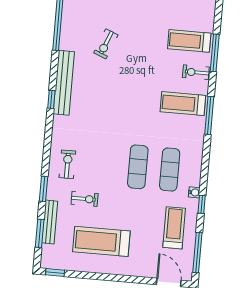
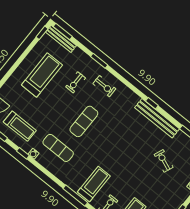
exercise mat: (138, 167) -> (84, 121), moved, turned 90
bench: (50, 222) -> (61, 39), moved
window: (40, 233) -> (63, 31), moved

